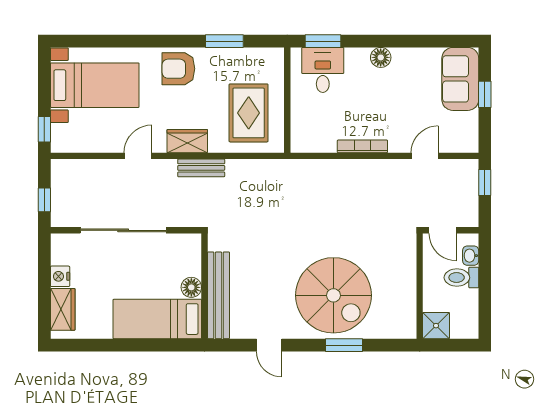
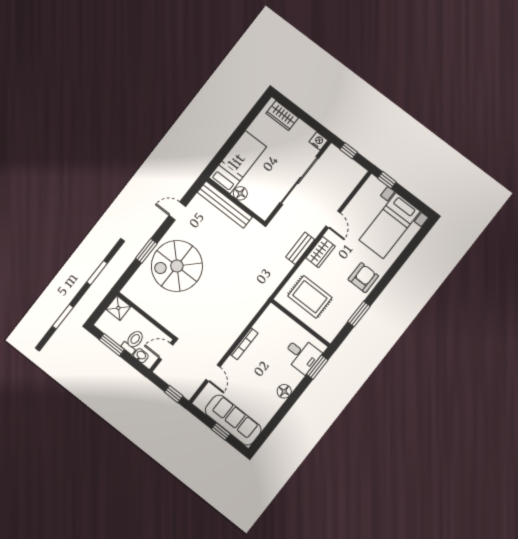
sofa: (460, 79) -> (233, 420), width x1.36
nightstand: (60, 276) -> (318, 141), moved
window: (485, 300) -> (112, 345), added

